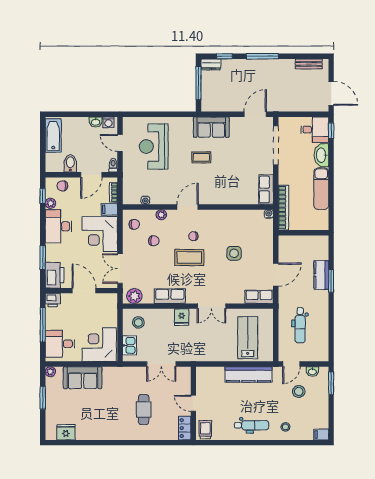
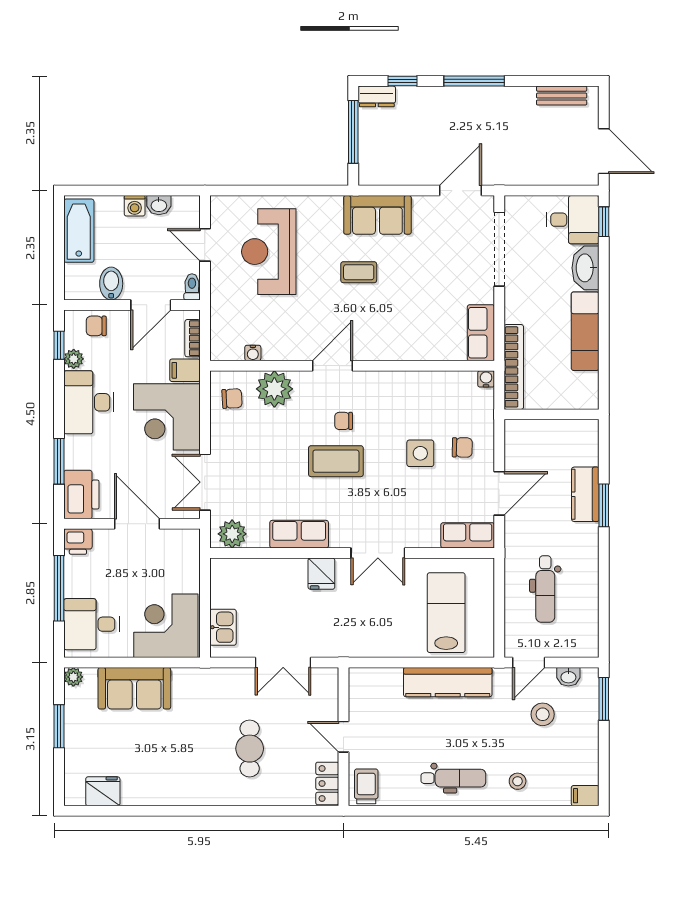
washing machine: (108, 122) -> (135, 206), moved
plant: (161, 215) -> (274, 389), width x1.88, depth x1.88
chair: (154, 241) -> (462, 447), moved
stool: (138, 322) -> (240, 584), removed

